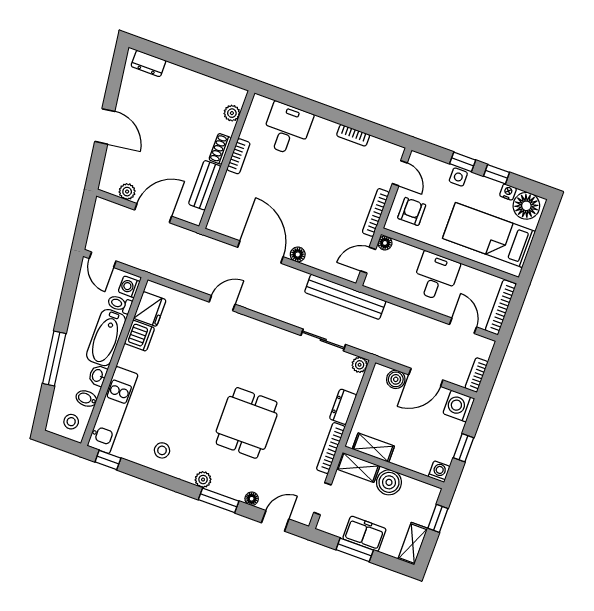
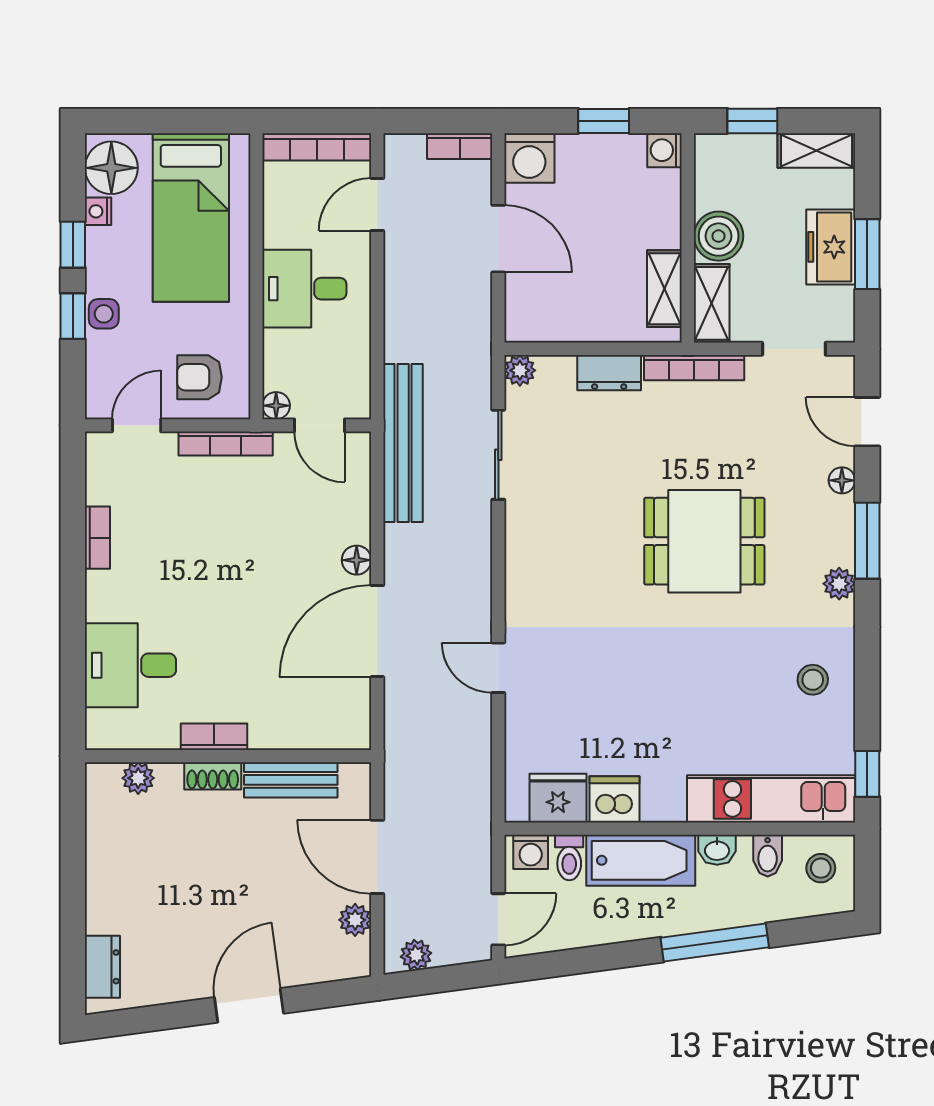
plant: (100, 214) -> (416, 955), added
boiler: (396, 379) -> (522, 293), removed

